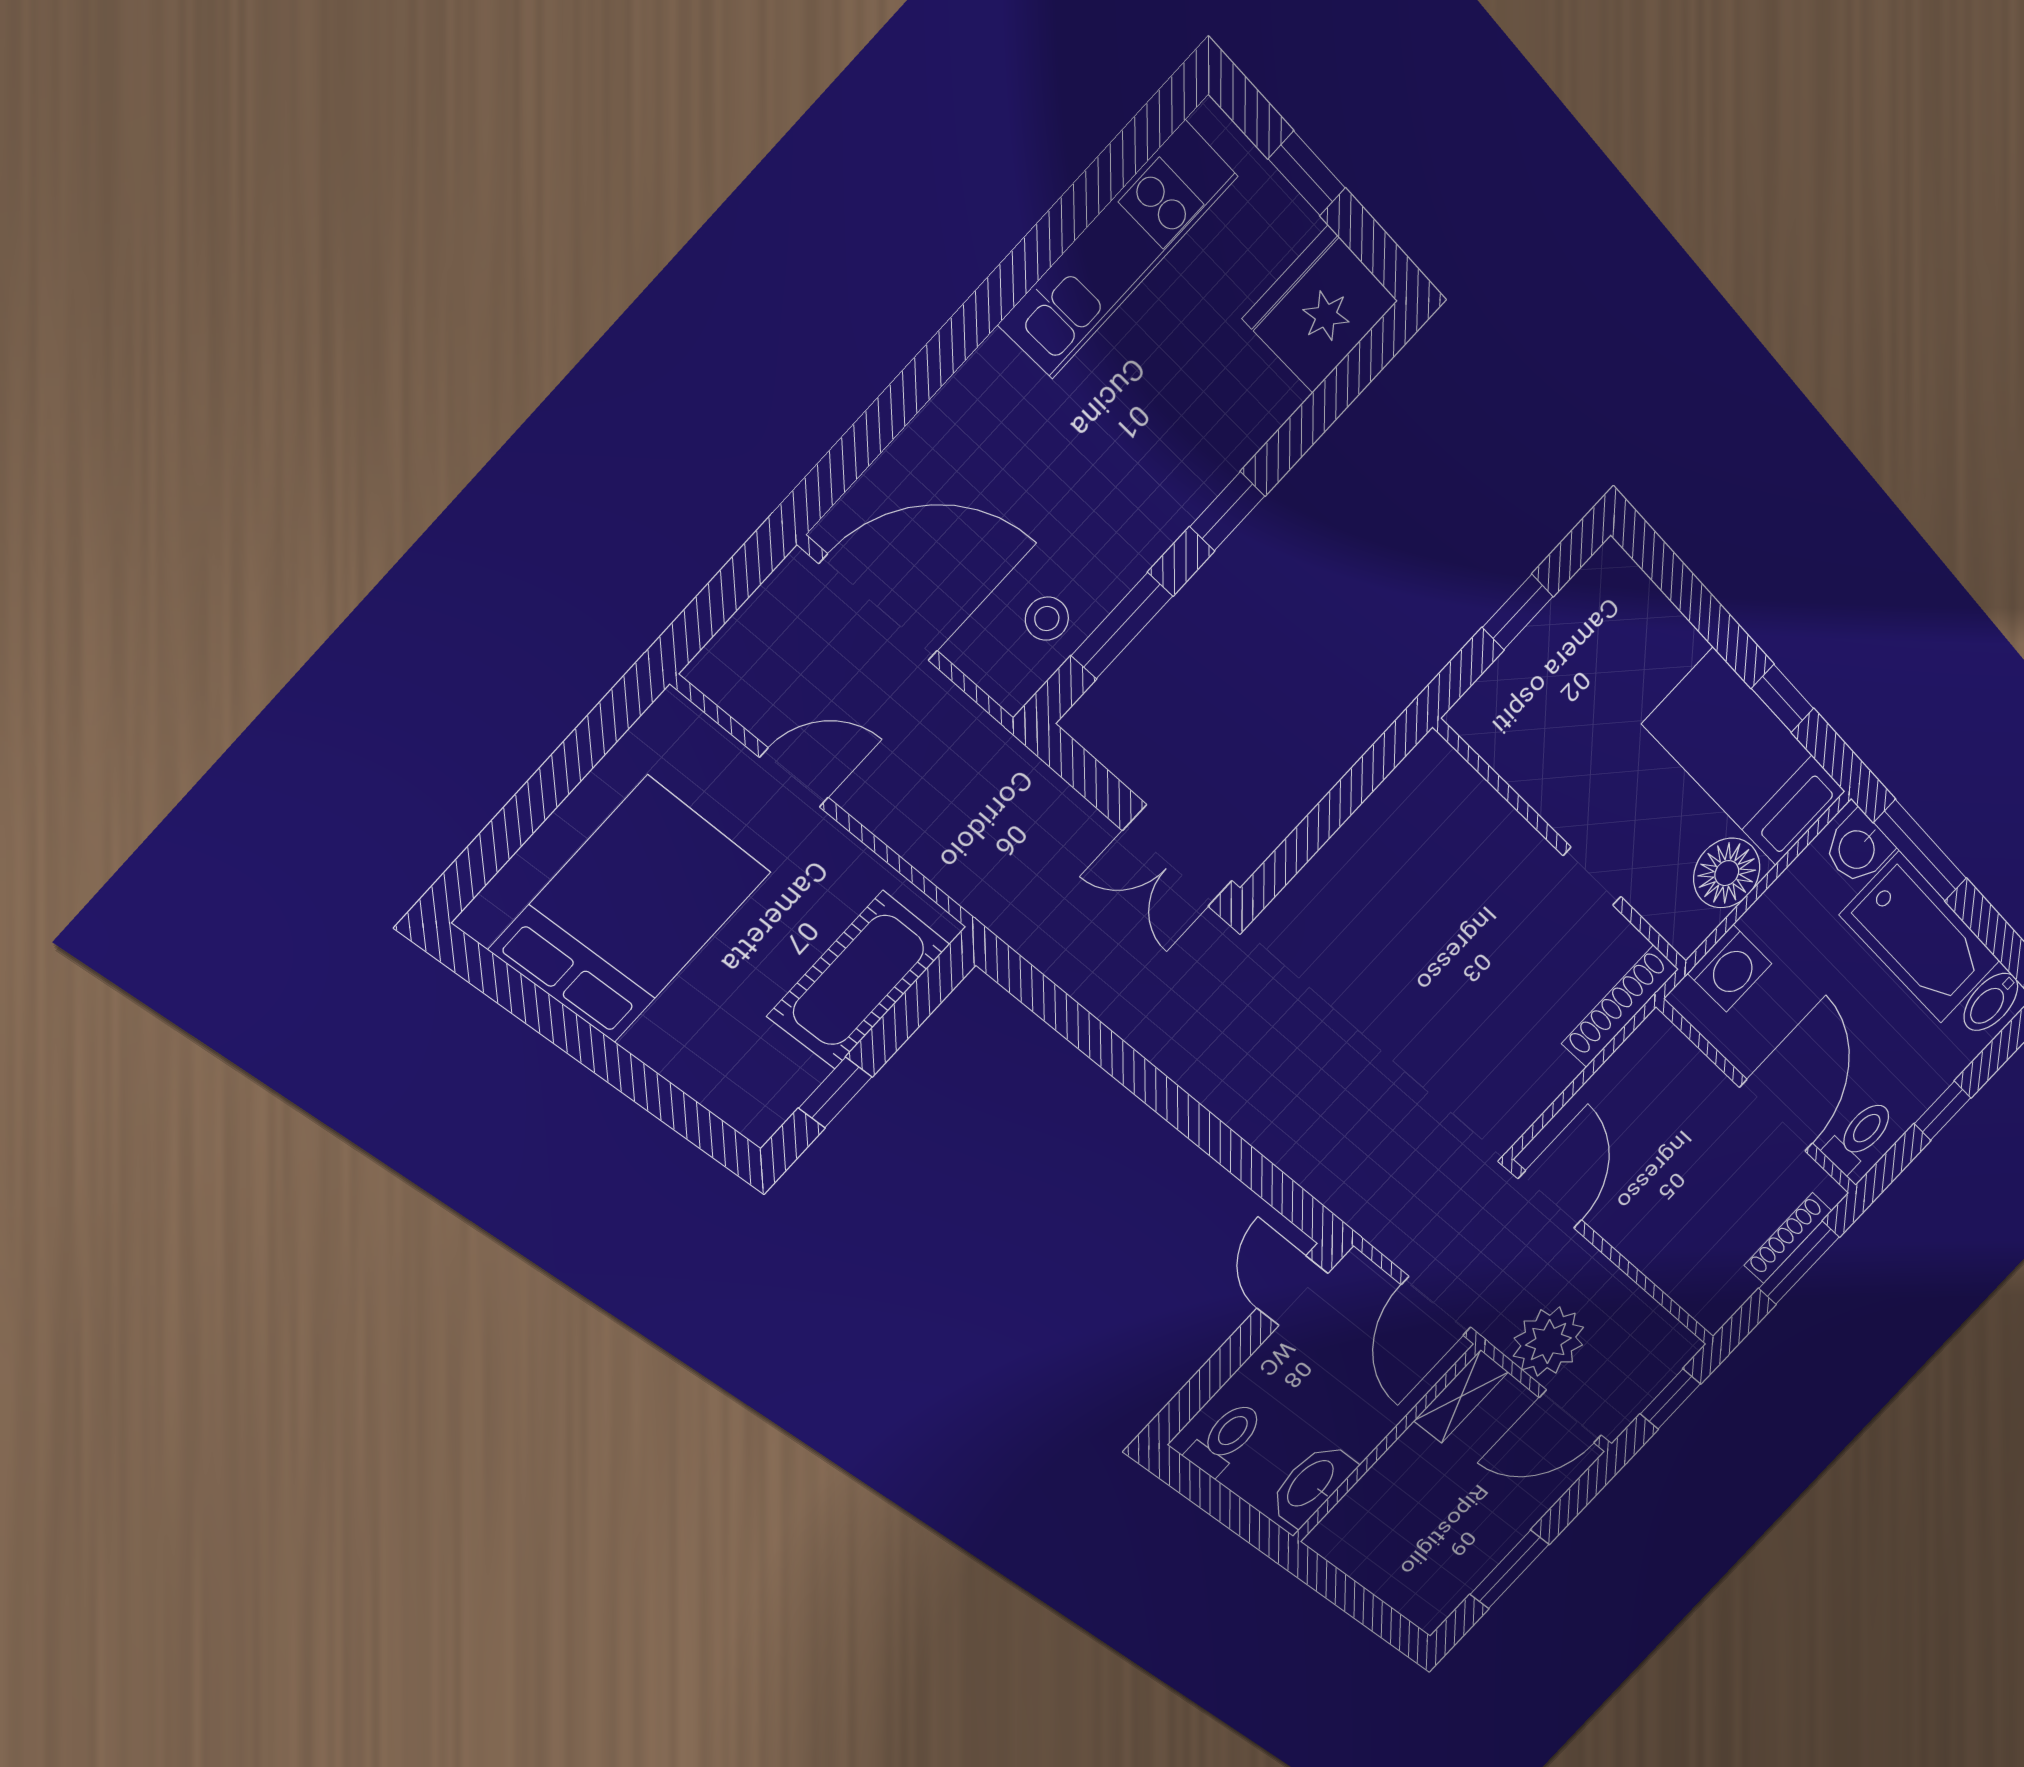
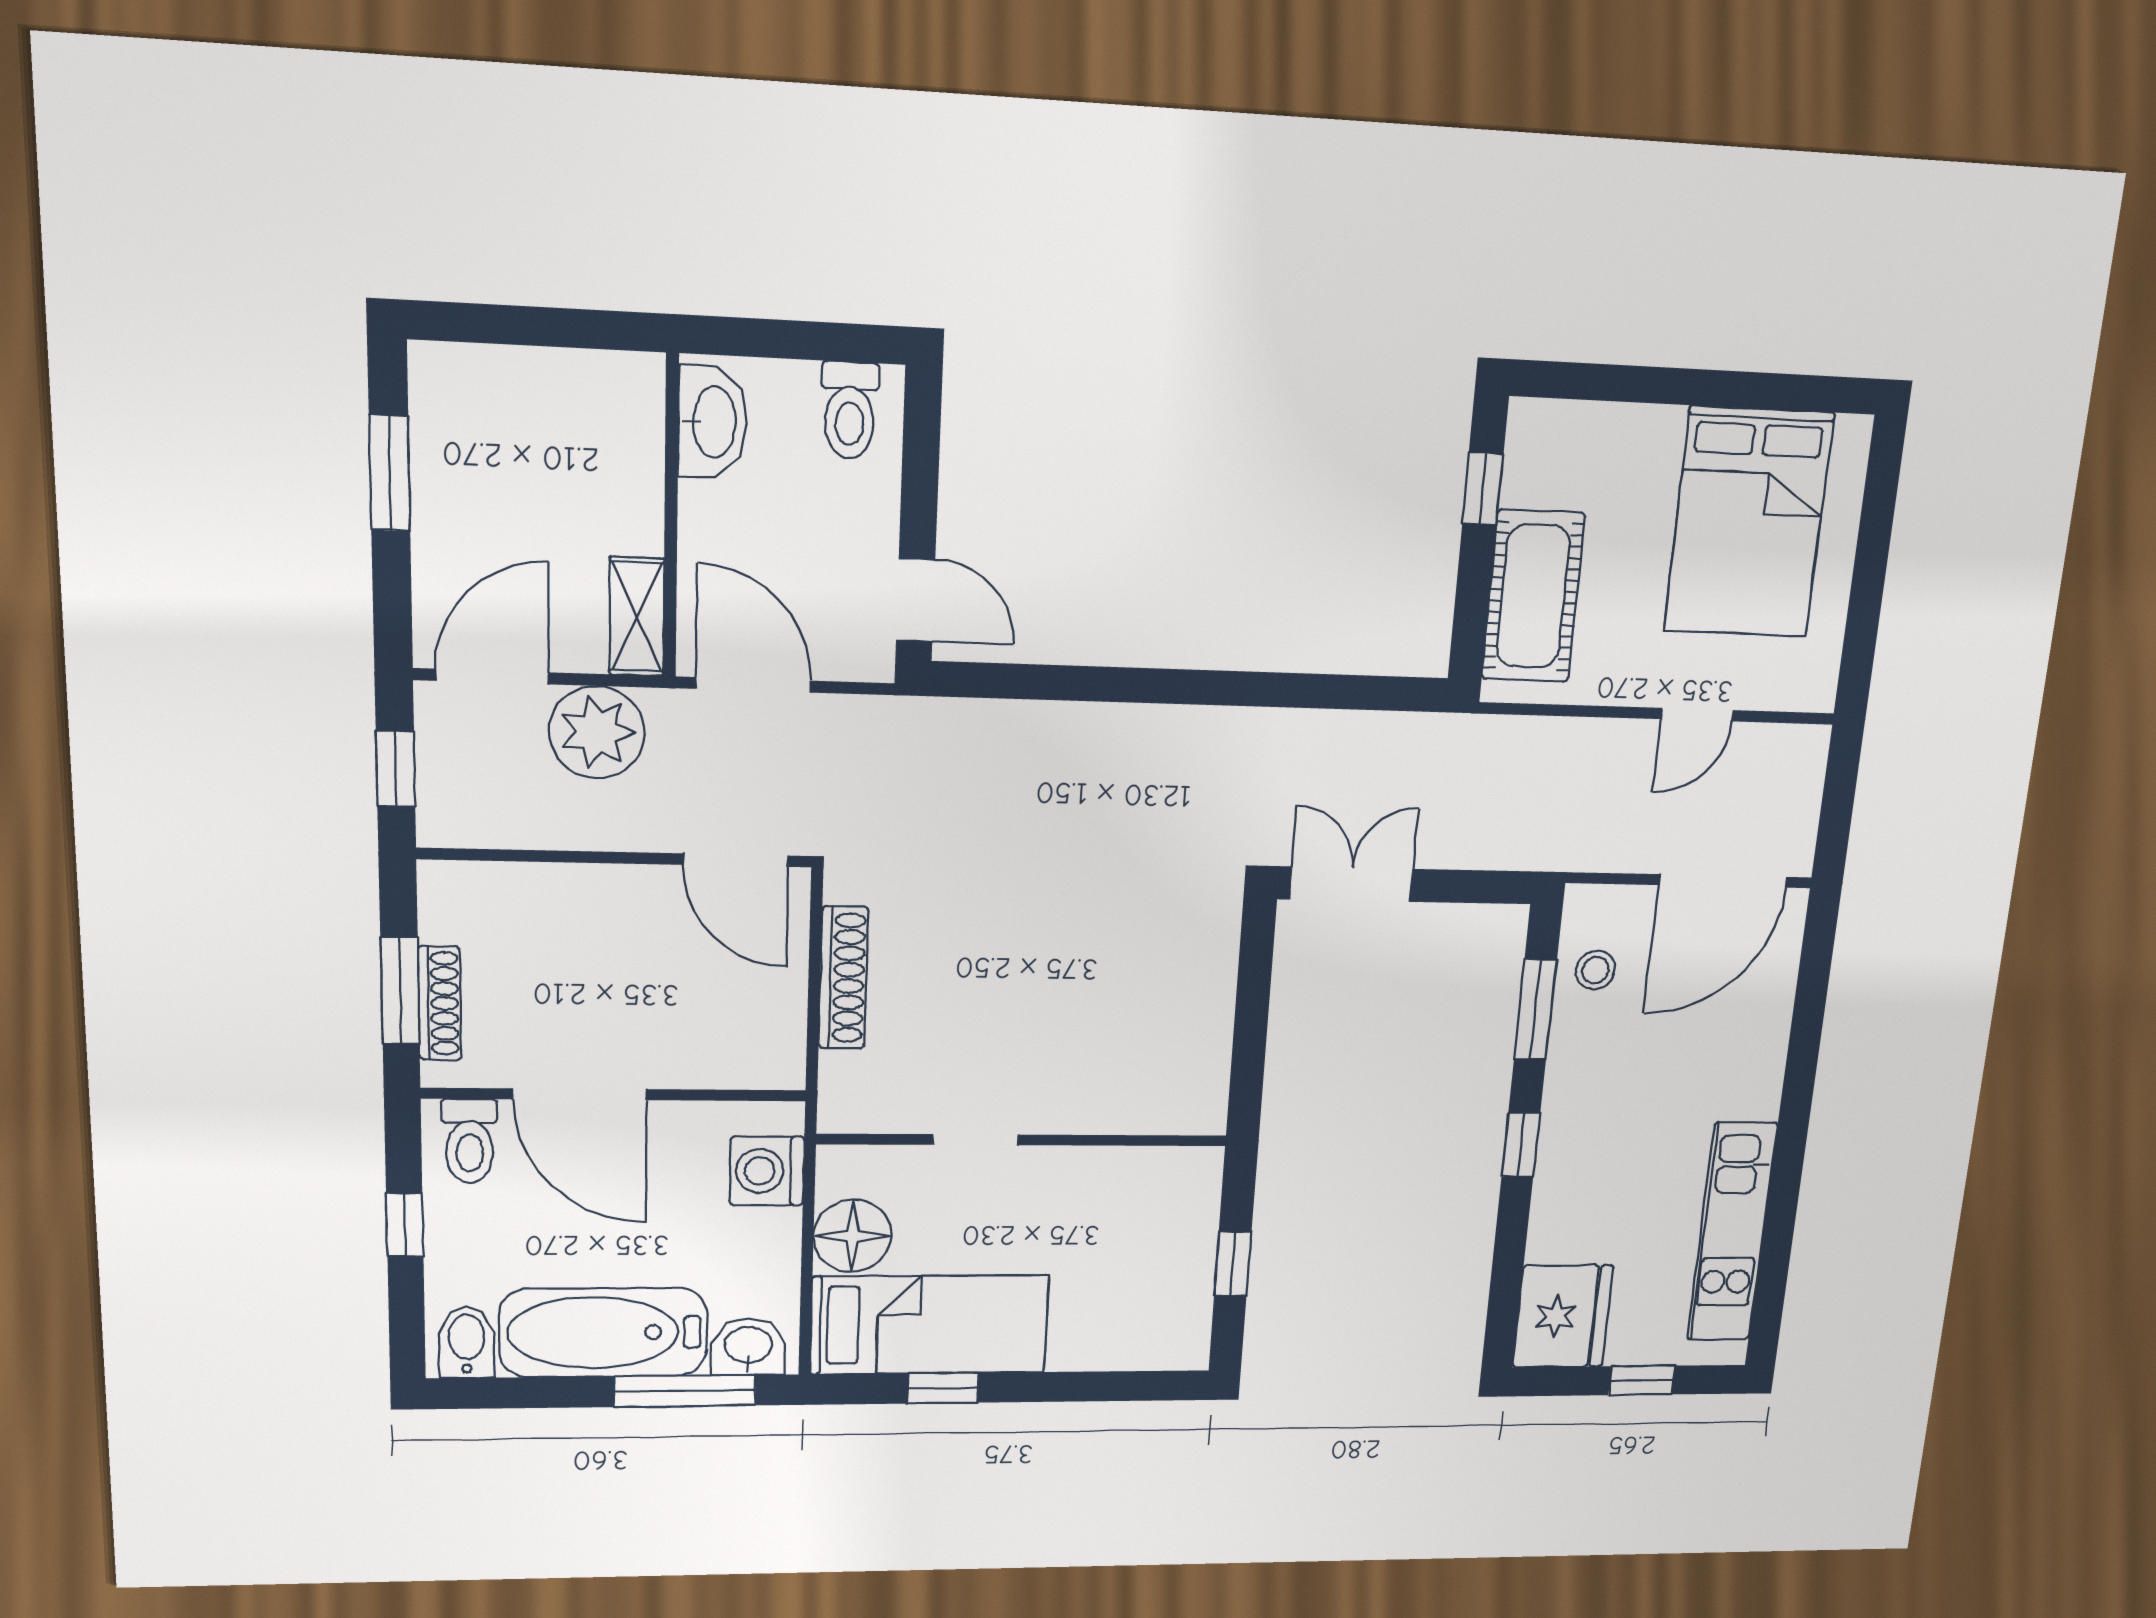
shoe rack: (1620, 1006) -> (843, 978), moved

